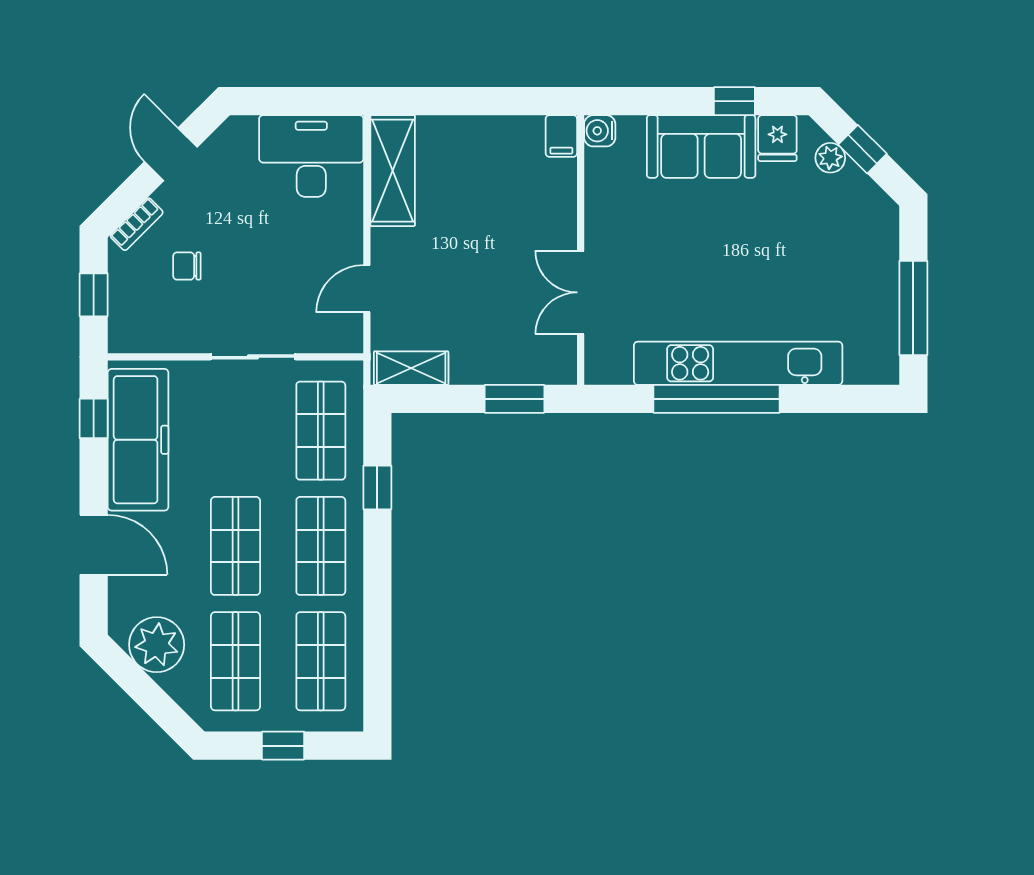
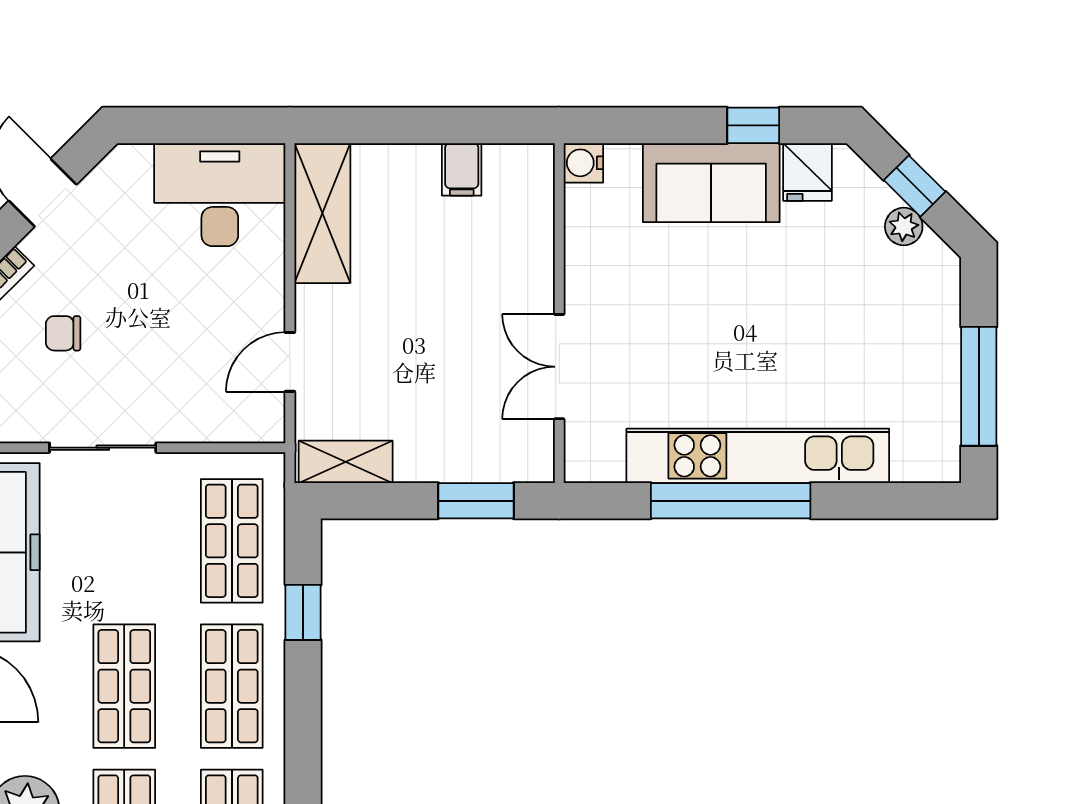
filing cabinet: (561, 136) -> (462, 169), moved
plant: (830, 158) -> (904, 227), moved
sliding door: (253, 357) -> (103, 448), moved

